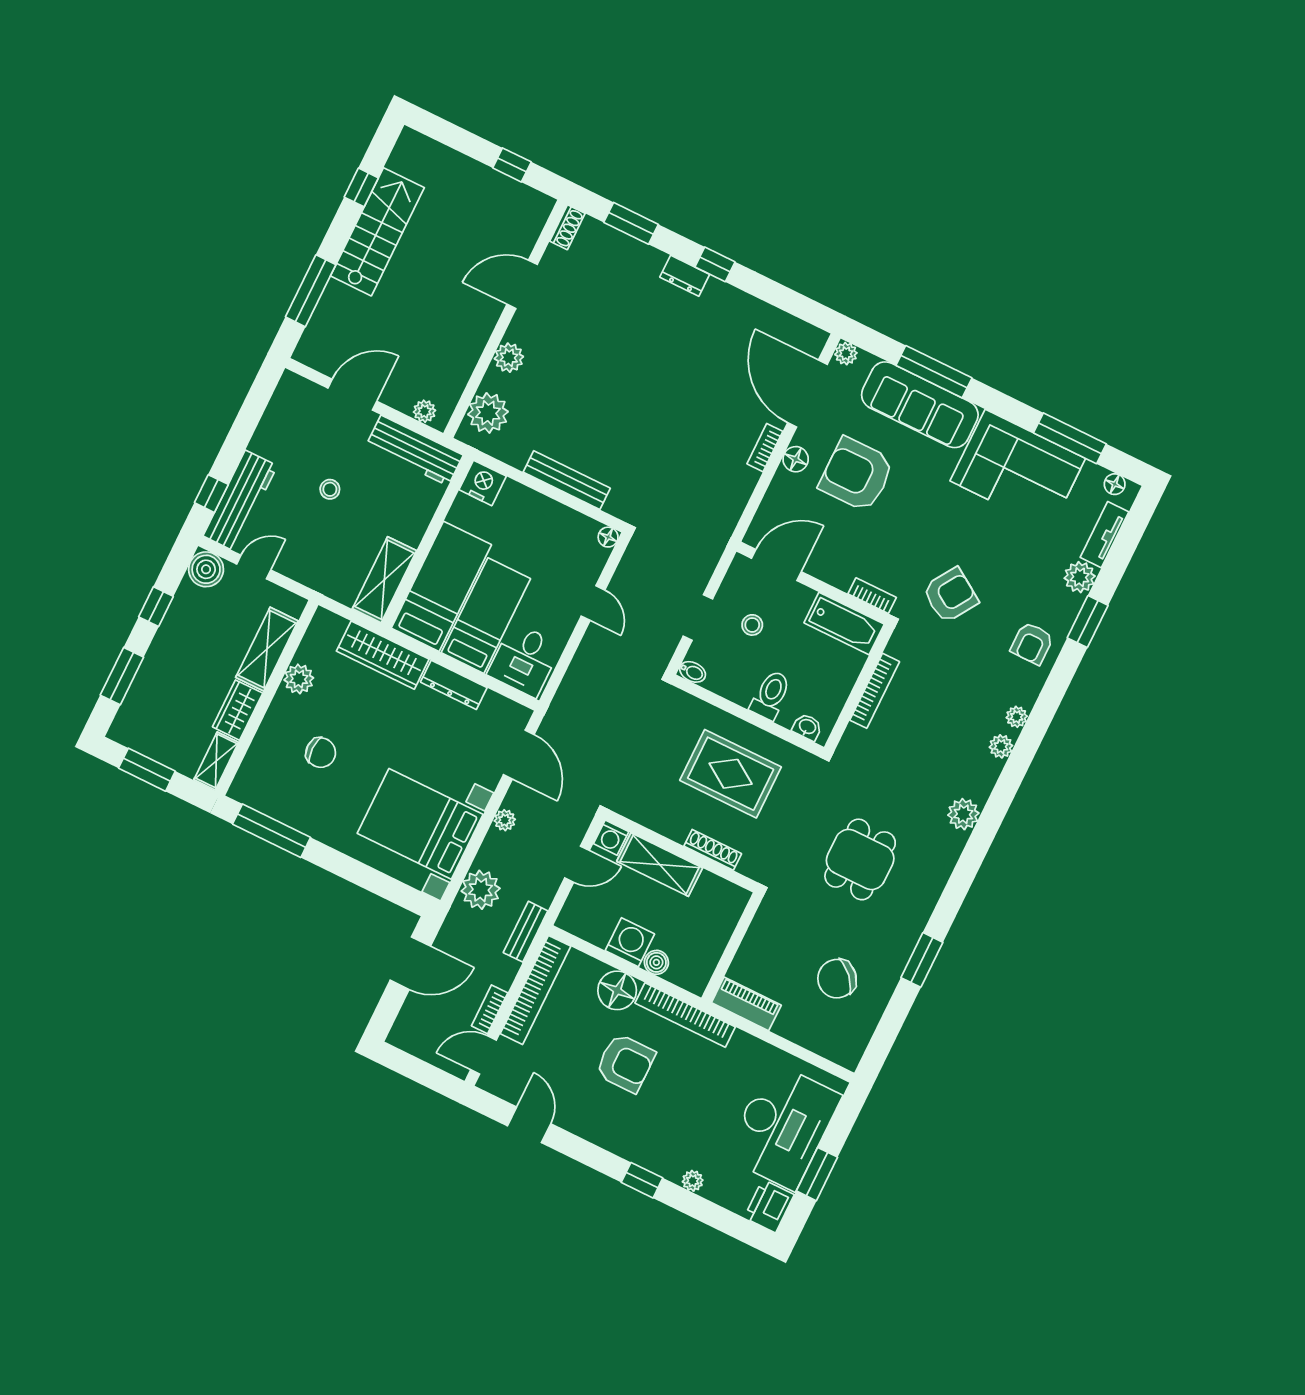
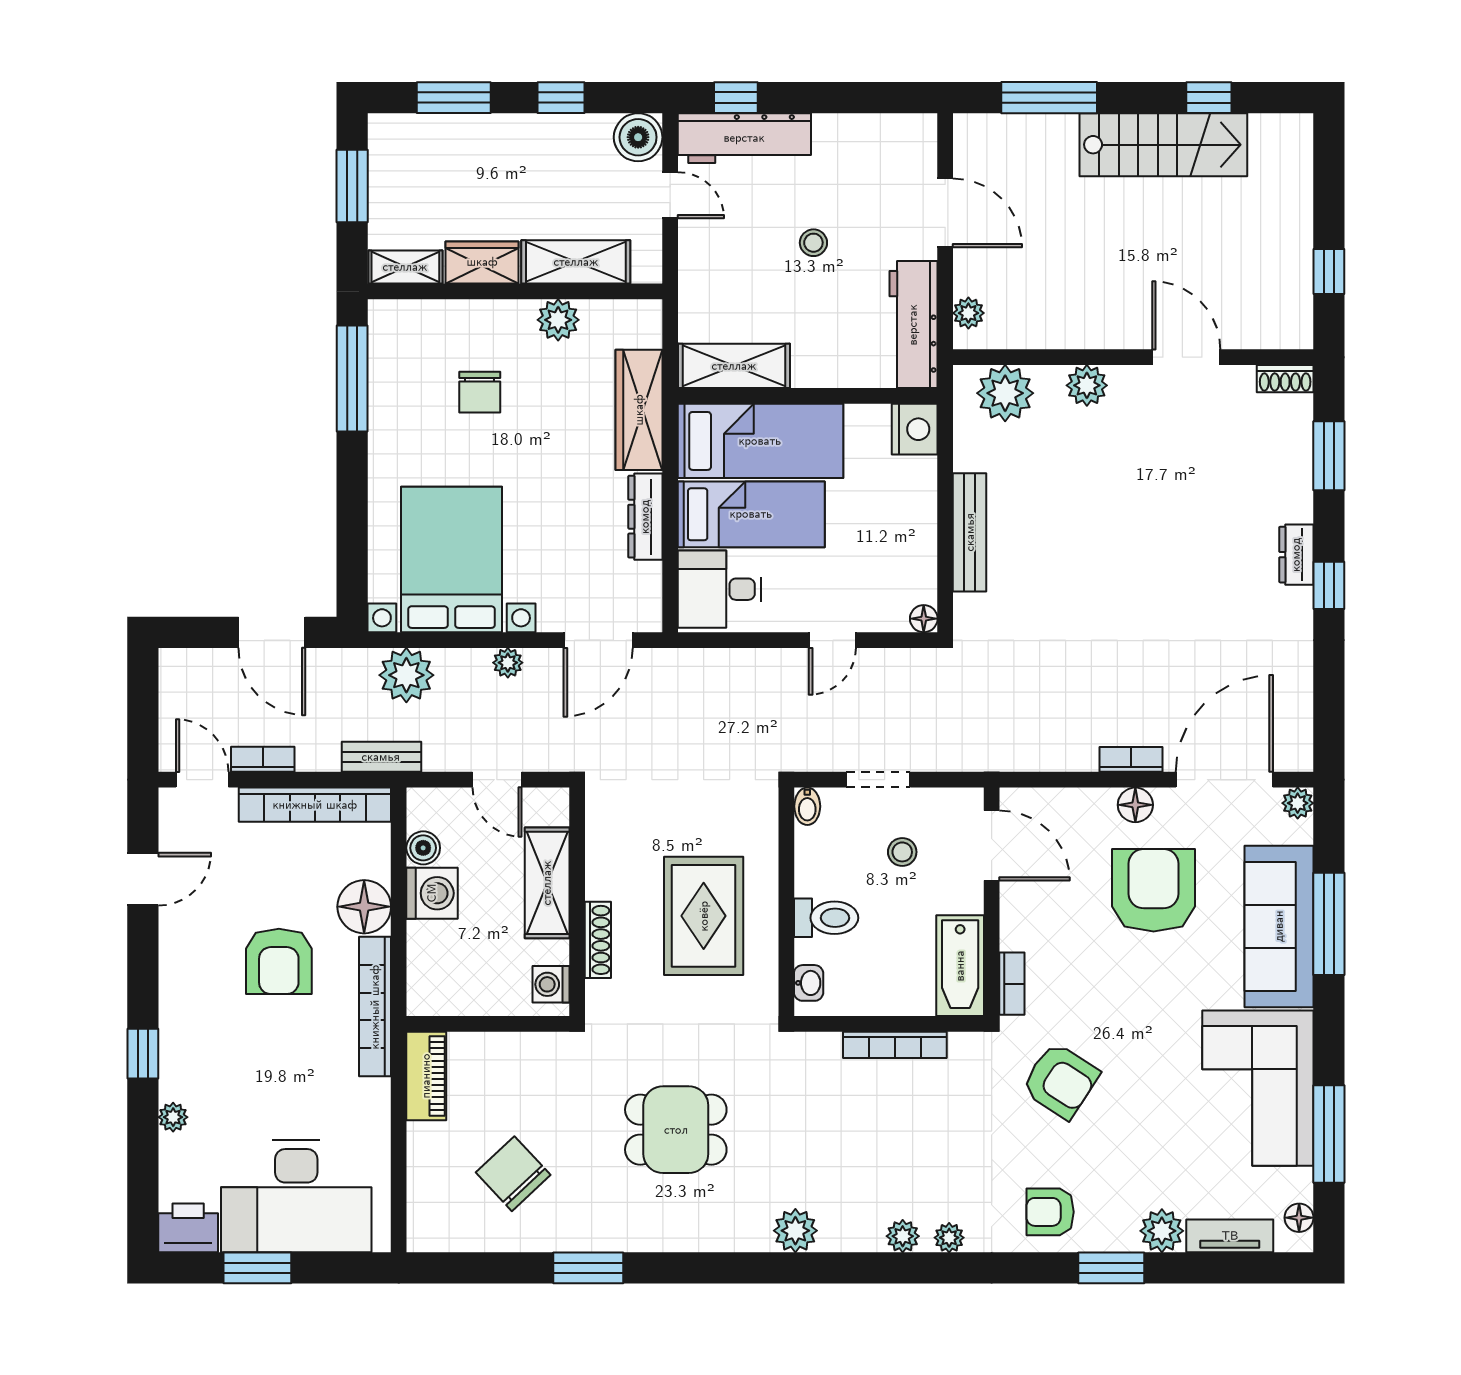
washing machine: (611, 838) -> (551, 984), moved
boiler: (656, 962) -> (423, 848), moved

